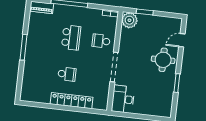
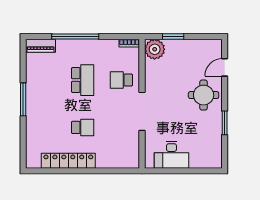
desk: (123, 99) -> (171, 155), moved, turned -90
locker: (72, 101) -> (68, 161), moved

